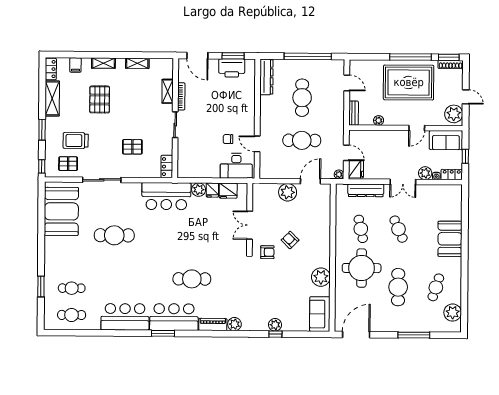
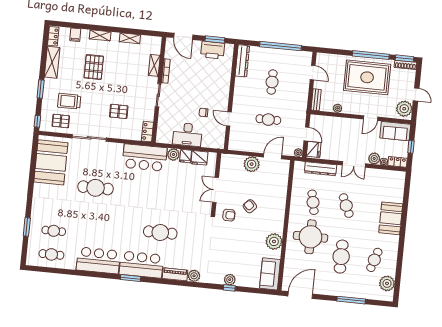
cafe table: (302, 98) -> (272, 82), width x0.73, depth x0.74
cafe table: (302, 140) -> (268, 120), width x0.73, depth x0.74
desk: (236, 166) -> (187, 135), moved

